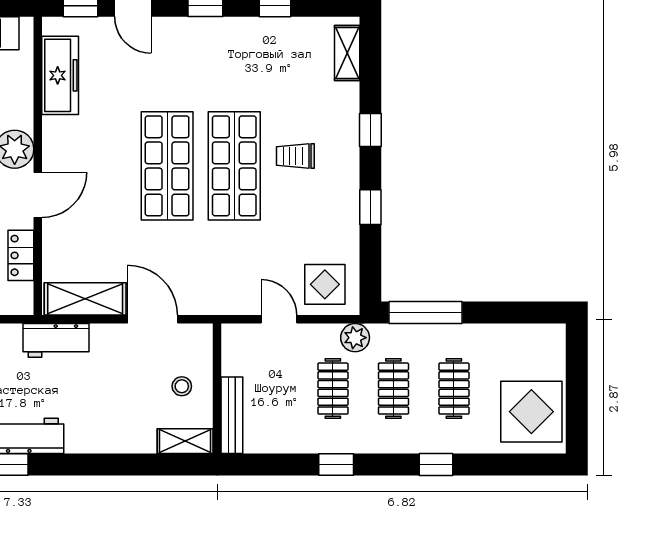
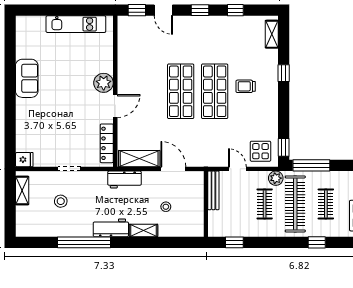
freezer: (60, 75) -> (127, 45), removed
window: (370, 207) -> (284, 147), moved
locker: (21, 255) -> (107, 143), width x1.53
stool: (182, 386) -> (166, 207), moved
clothes rail: (393, 389) -> (295, 204), width x1.86, depth x1.31
bench: (232, 415) -> (213, 190), moved
shelving: (185, 441) -> (143, 231), moved
window: (336, 465) -> (234, 242), moved

